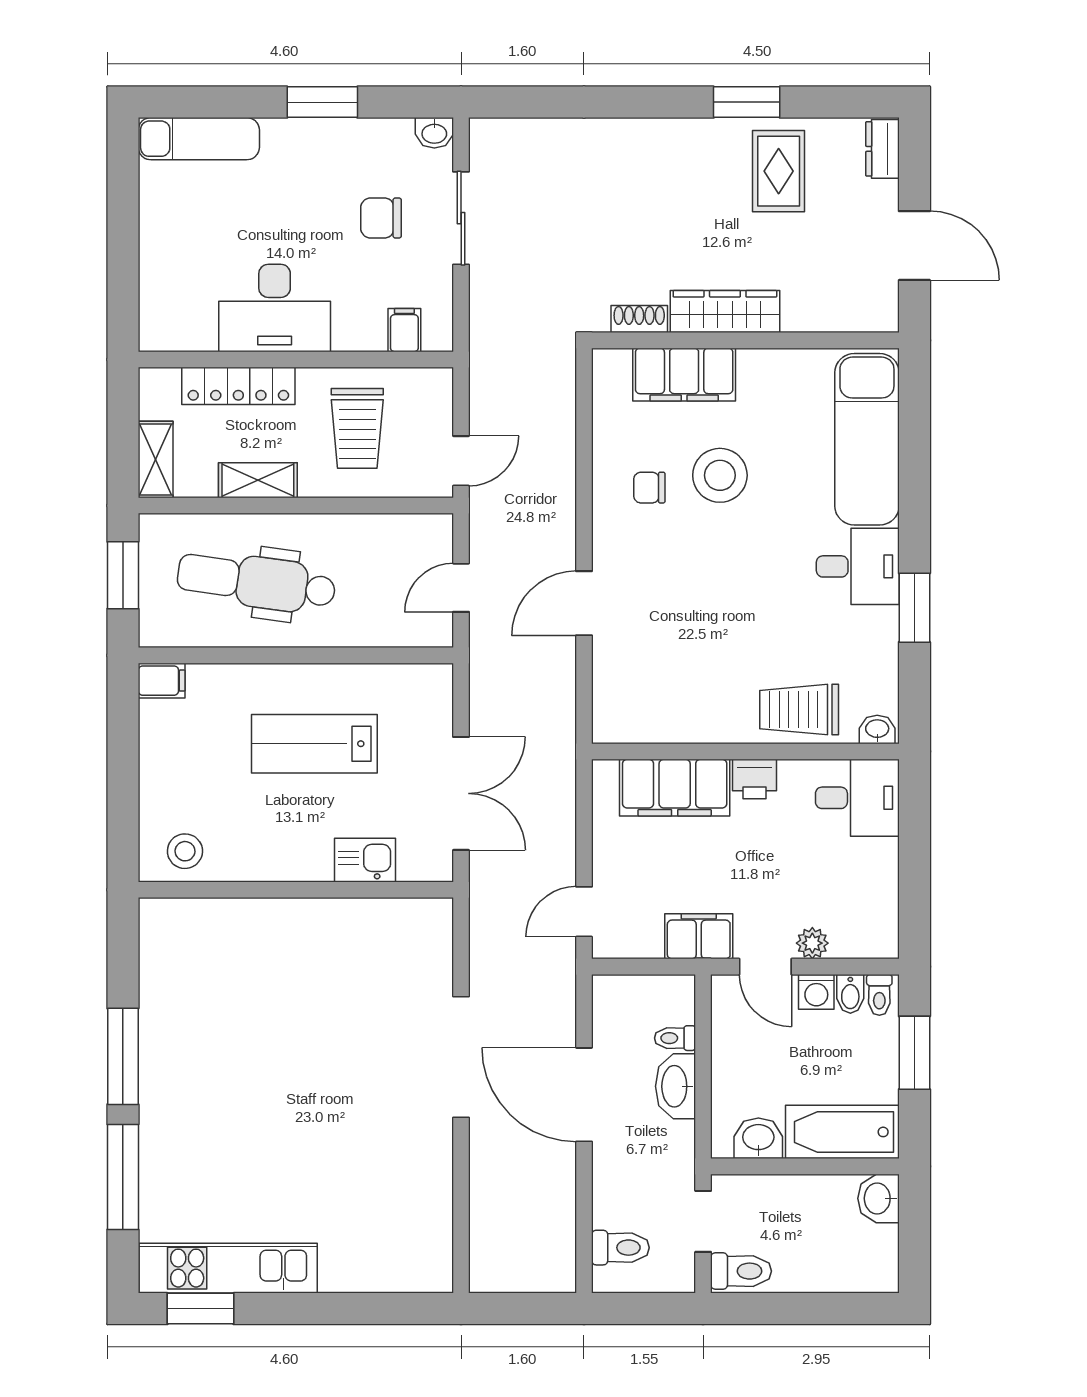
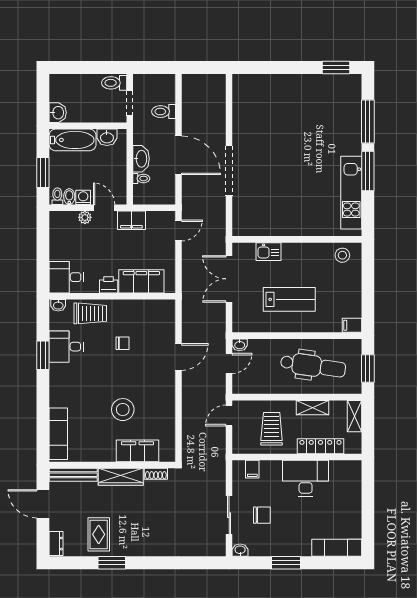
bench: (841, 316) -> (73, 475), added
exam couch: (867, 439) -> (58, 434), width x0.73, depth x0.69
chair: (649, 488) -> (123, 343), moved
desk: (858, 566) -> (66, 347), moved
washbasin: (435, 633) -> (240, 345), added
toilet: (620, 1248) -> (164, 112), moved
kitchen unit: (228, 1268) -> (351, 193), moved, turned 90

